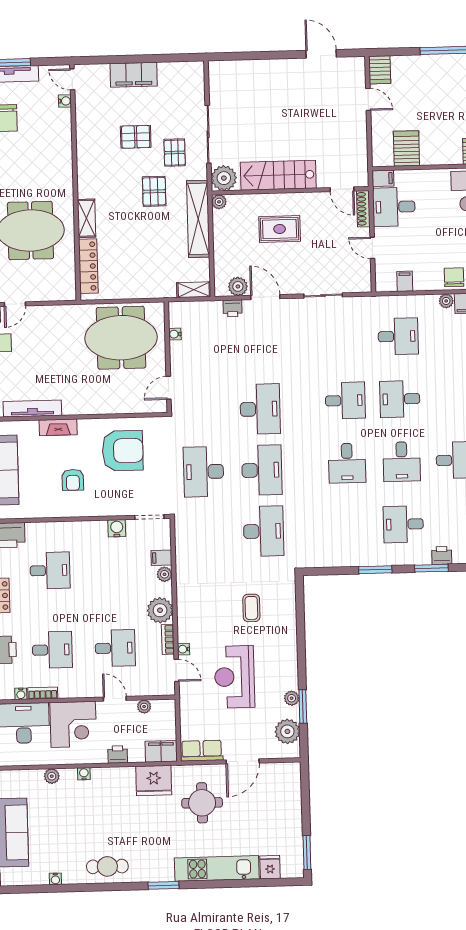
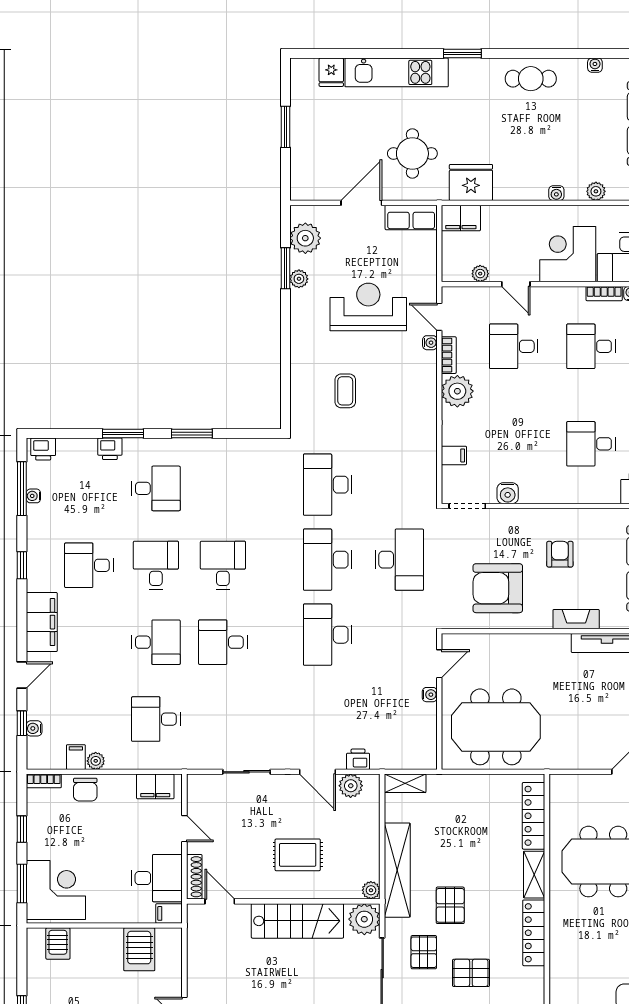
locker: (86, 171) -> (534, 933), added
filing cabinet: (405, 281) -> (155, 786), width x2.00
water cooler: (175, 334) -> (430, 695), moved
plant: (165, 574) -> (451, 435), removed
reception desk: (234, 677) -> (368, 307), turned -90
printer: (118, 754) -> (514, 216), removed
window: (307, 853) -> (285, 127), moved

